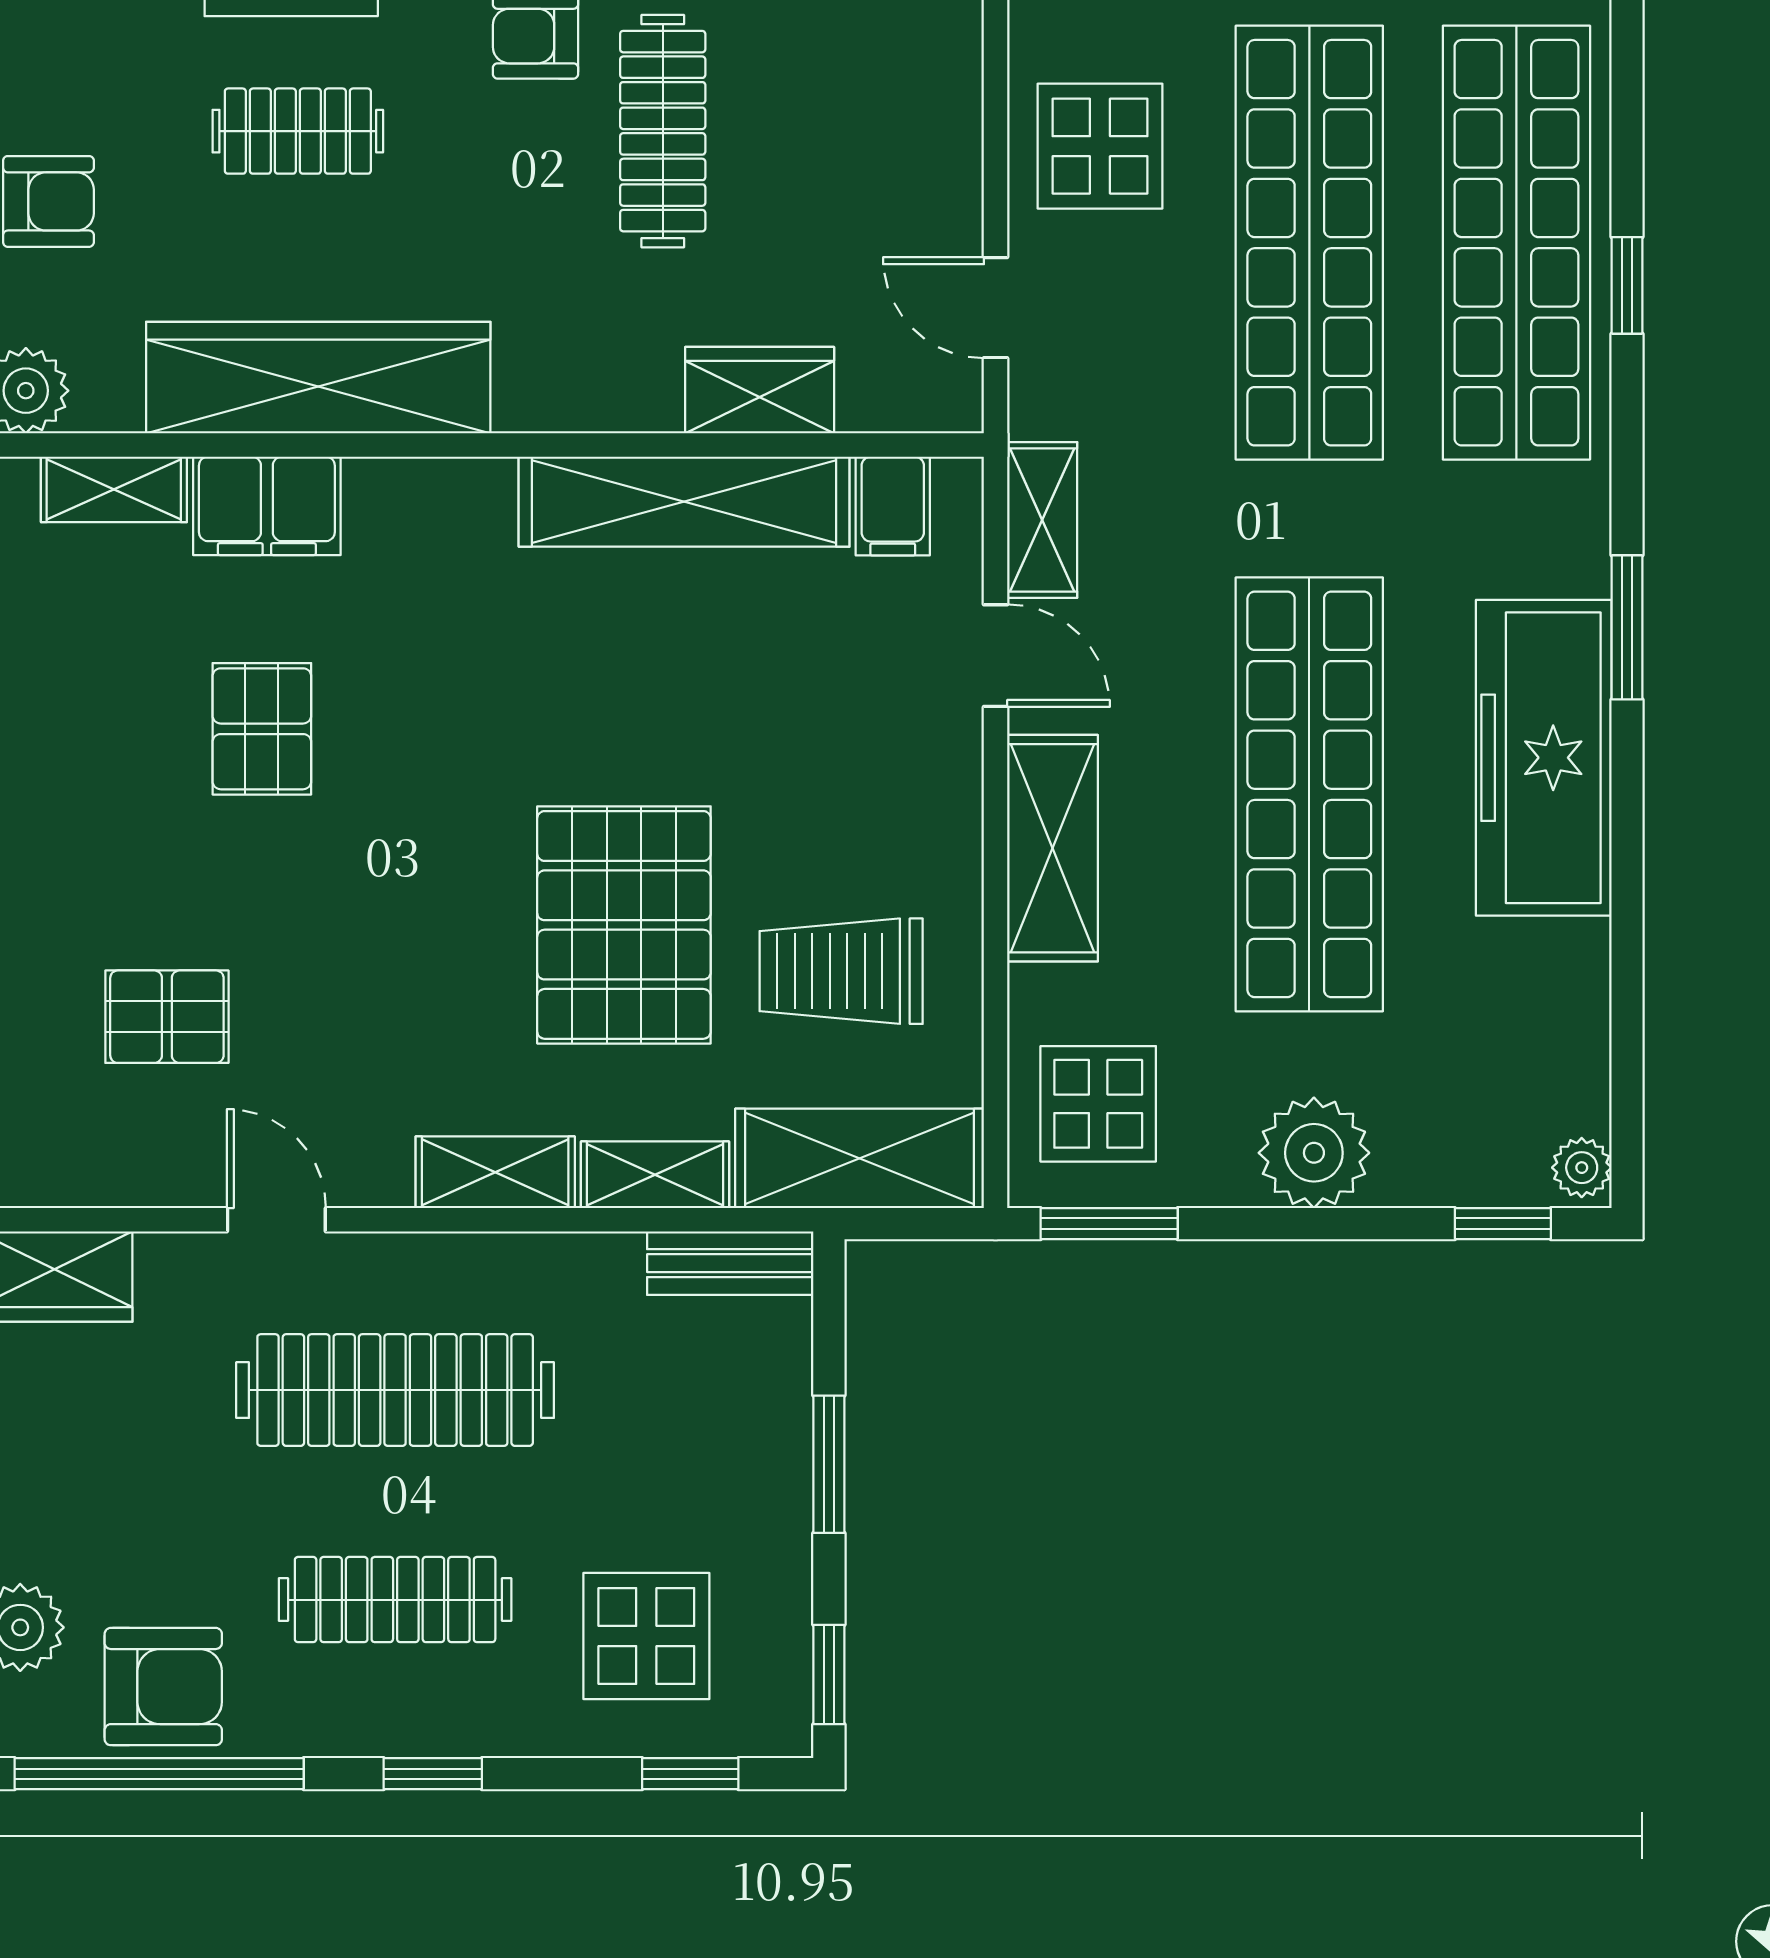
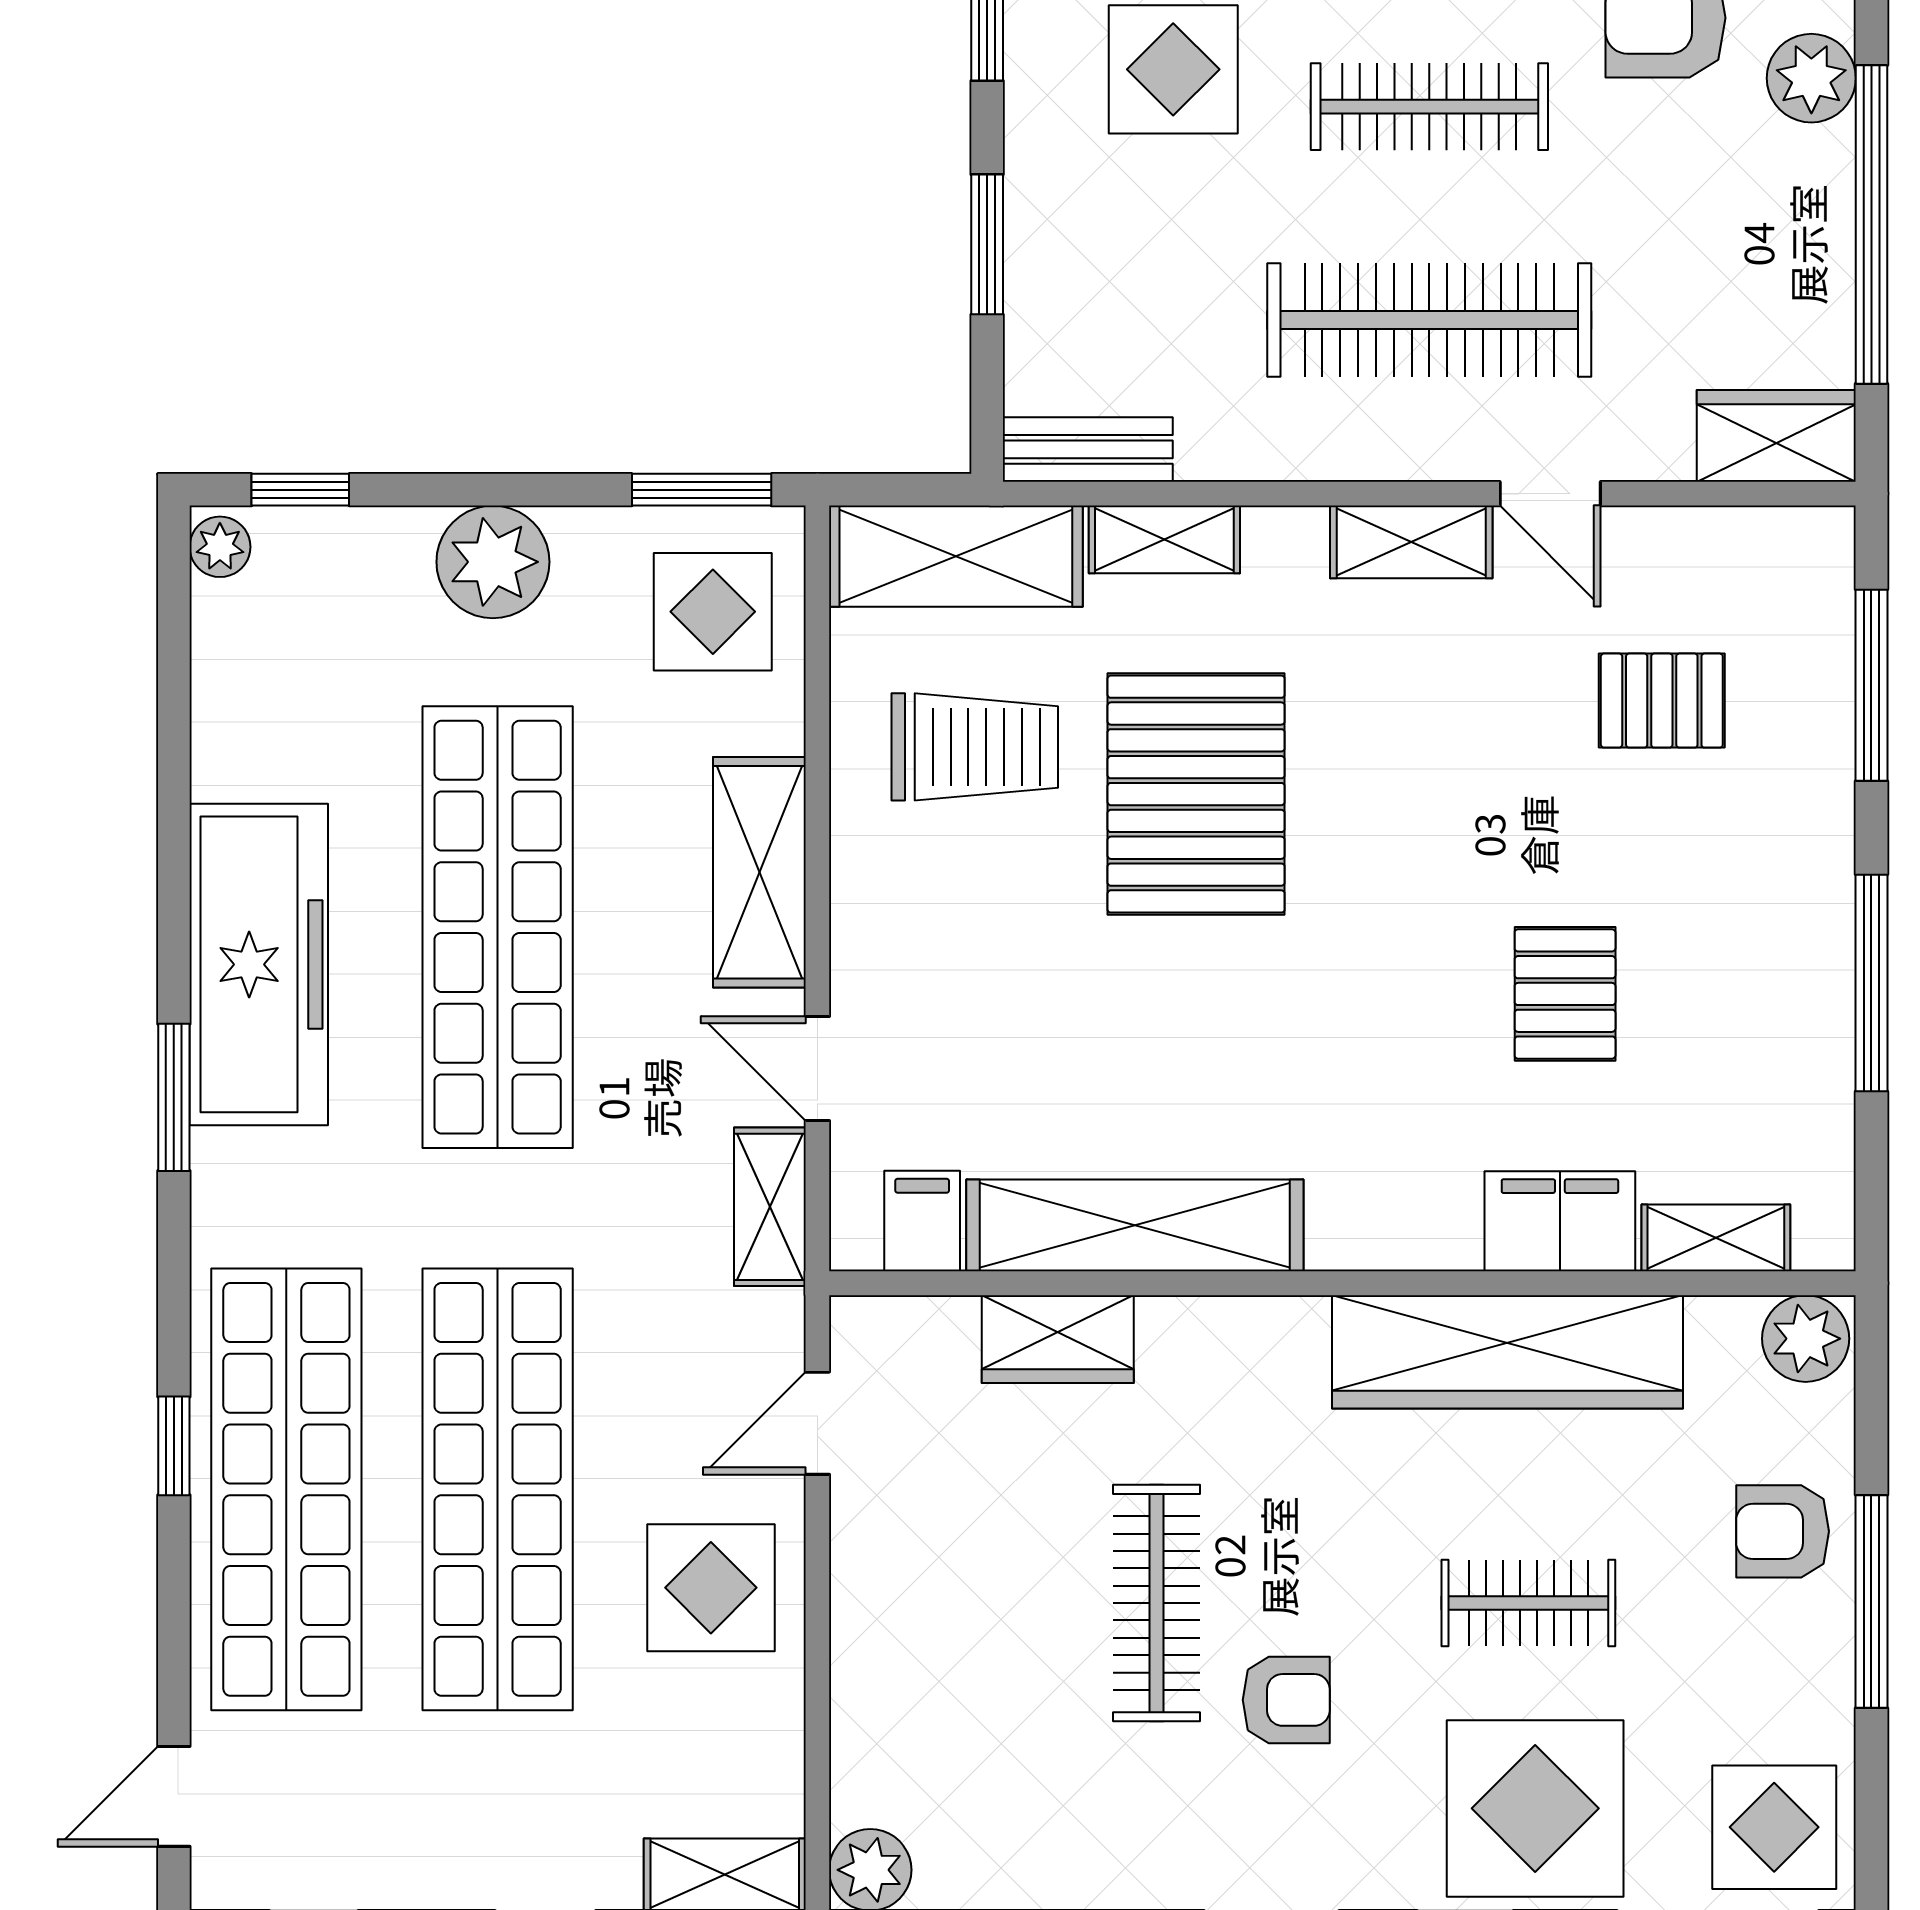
door: (996, 308) -> (817, 1423), swing flipped
shelving: (495, 1172) -> (1411, 542), moved

